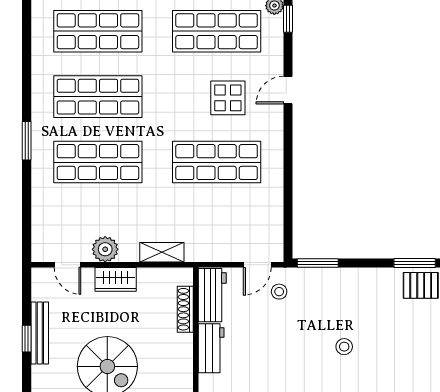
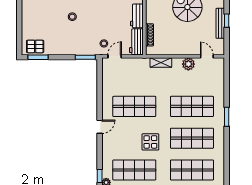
door: (288, 90) -> (100, 127), moved
display table: (228, 98) -> (150, 142), moved
wardrobe: (116, 279) -> (183, 49), removed

